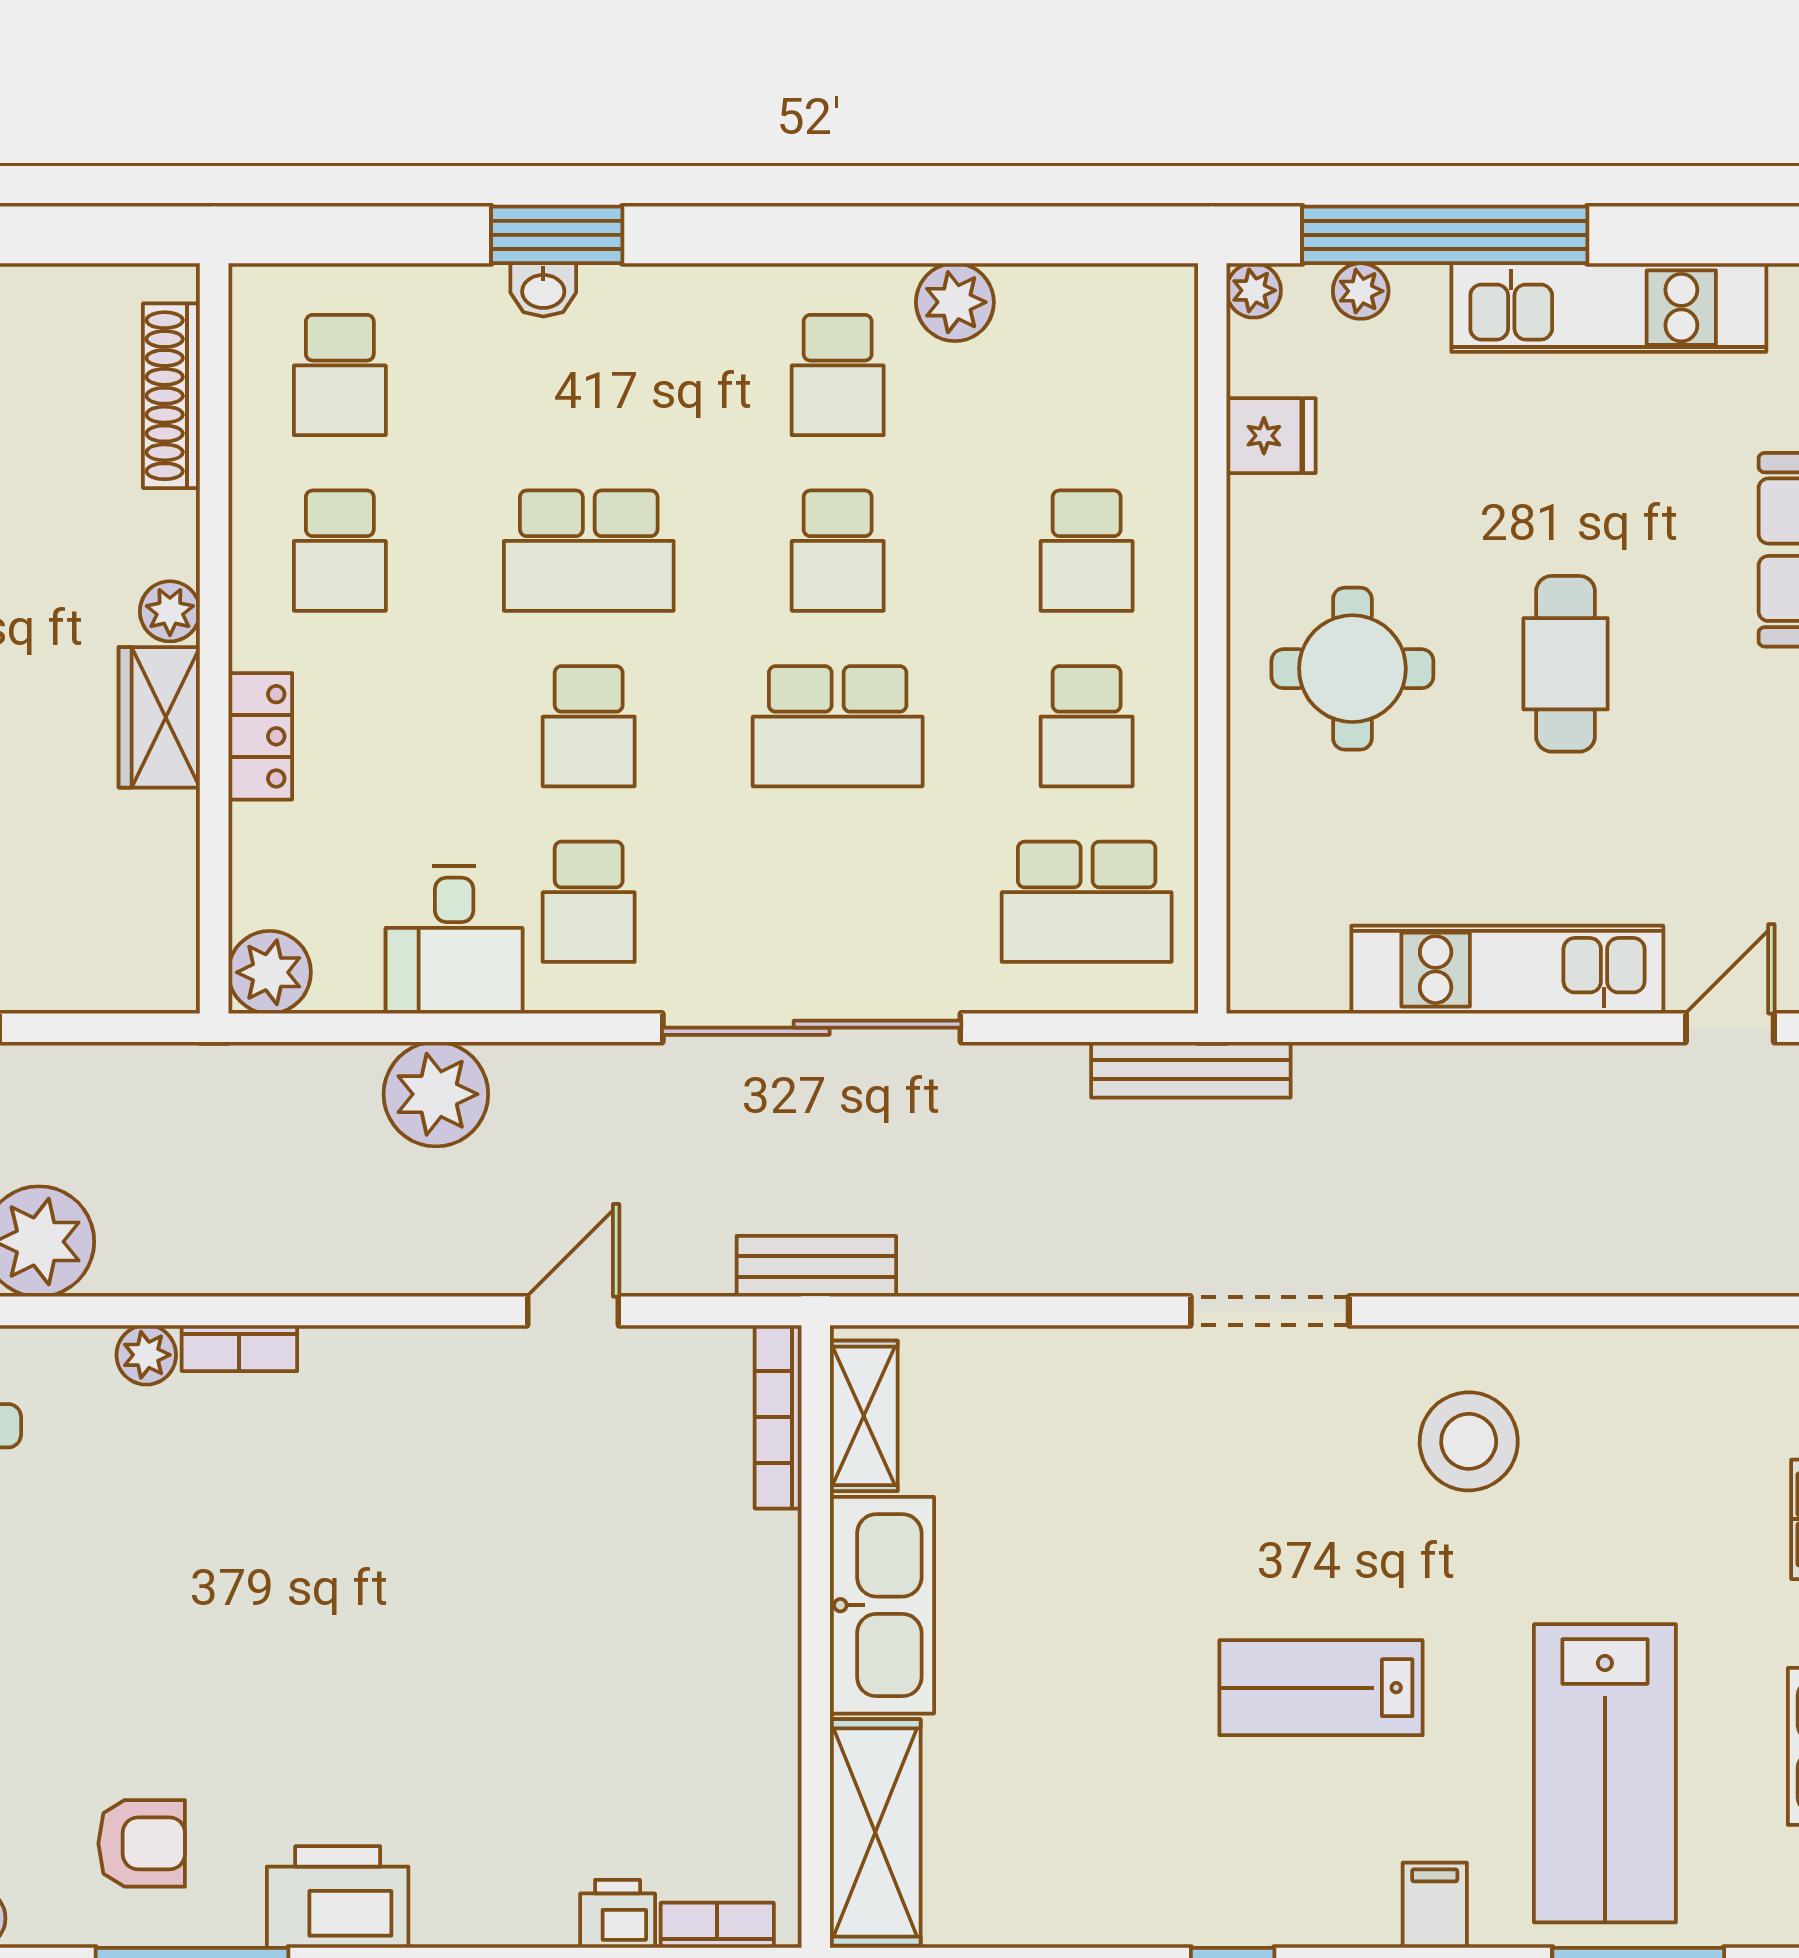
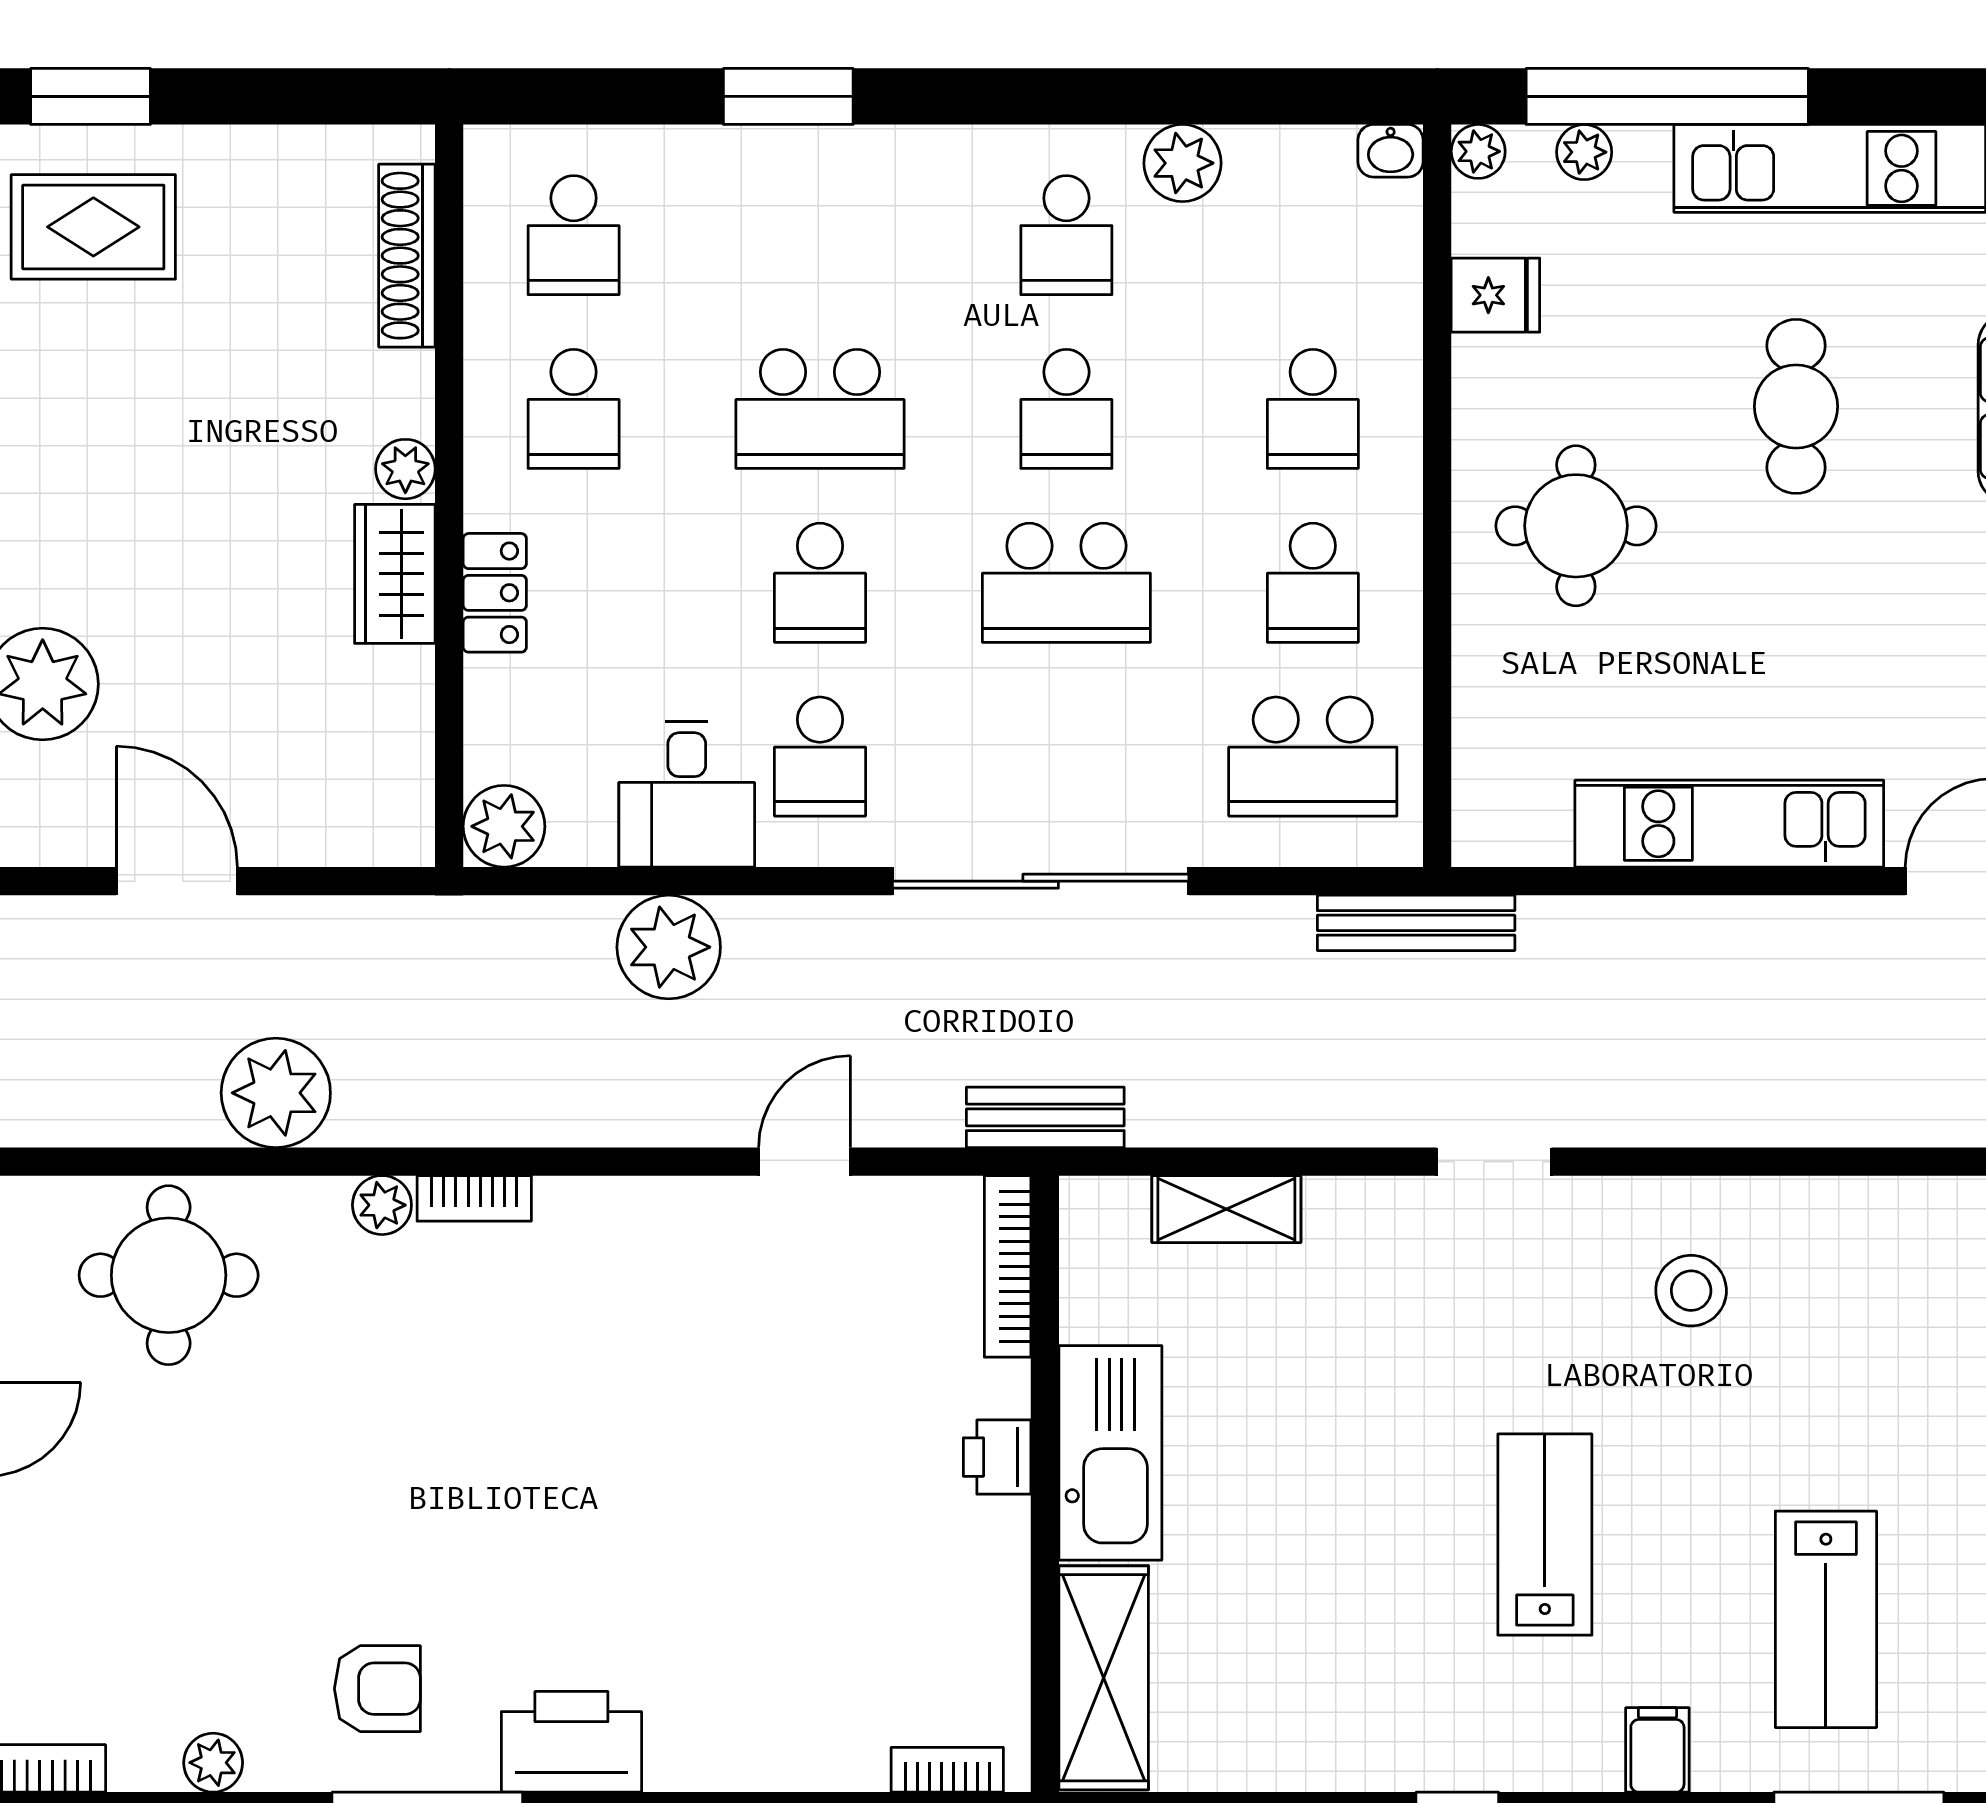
washbasin: (543, 290) -> (1391, 151), moved
cafe table: (1566, 664) -> (1796, 406), moved
doorway: (1270, 1311) -> (1494, 1162), width x0.73
shelving: (864, 1416) -> (1226, 1209), moved, turned 90
stool: (1469, 1441) -> (1691, 1291), width x0.73, depth x0.73
lab bench: (1321, 1688) -> (1545, 1535), turned 90
lab bench: (1605, 1773) -> (1826, 1619), width x0.73, depth x0.72
printer: (618, 1914) -> (997, 1457), moved, turned -90

